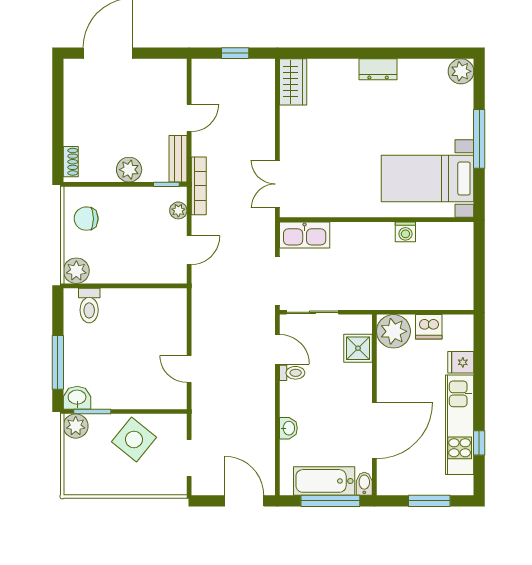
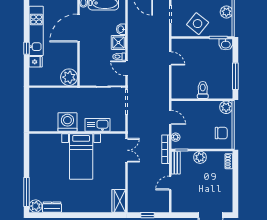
dresser: (378, 69) -> (52, 207), moved
window: (479, 139) -> (27, 192), moved
bed with nightstands: (428, 178) -> (81, 156), moved, turned 90
washing machine: (405, 232) -> (67, 122), width x1.89, depth x1.89
kitchen sink: (305, 235) -> (98, 125), moved
door: (189, 250) -> (170, 117), swing flipped
toilet: (89, 306) -> (203, 90), moved
dishwasher: (429, 327) -> (52, 79), removed
shower: (358, 348) -> (118, 42), moved
window: (58, 362) -> (235, 76), moved
plant: (76, 426) -> (226, 12), moved
window: (479, 443) -> (27, 48), moved

